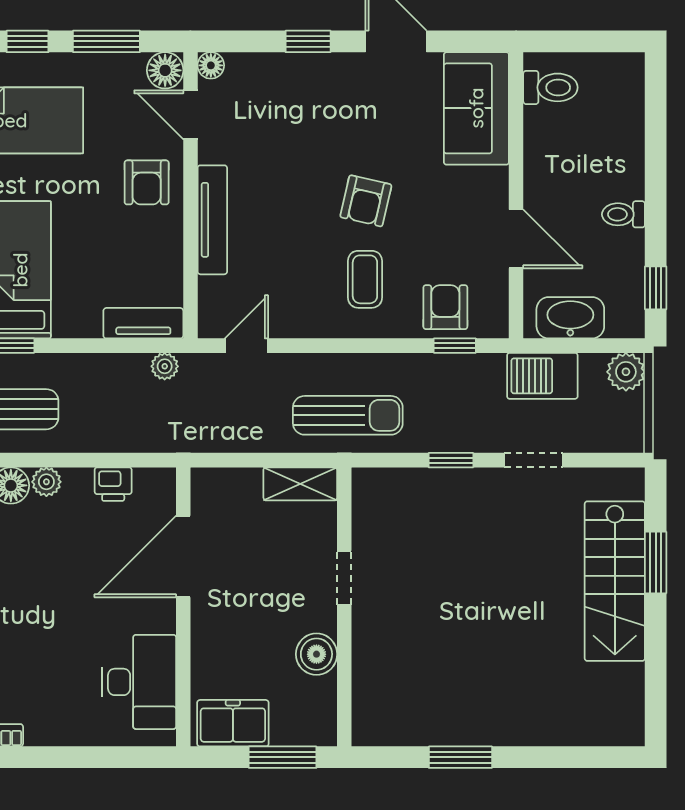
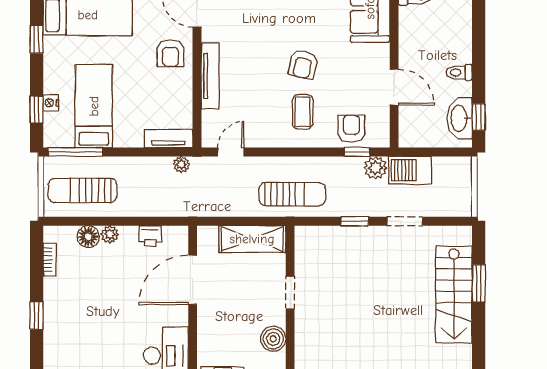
washbasin: (570, 318) -> (460, 118), moved, turned -90
plant: (626, 372) -> (375, 168), moved
shelving: (300, 484) -> (252, 239), width x1.50, depth x1.33

